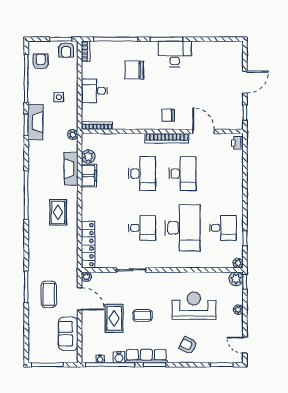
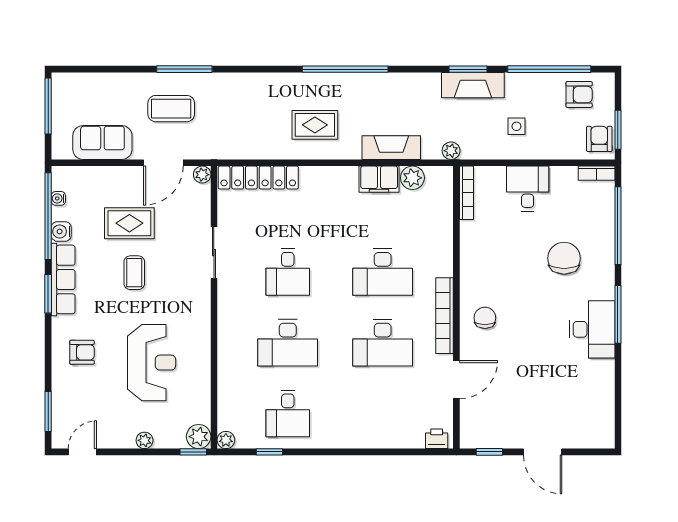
armchair: (66, 50) -> (599, 139), turned 90
desk: (182, 228) -> (288, 343), width x0.73, depth x0.77
armchair: (188, 345) -> (82, 352), turned 64

